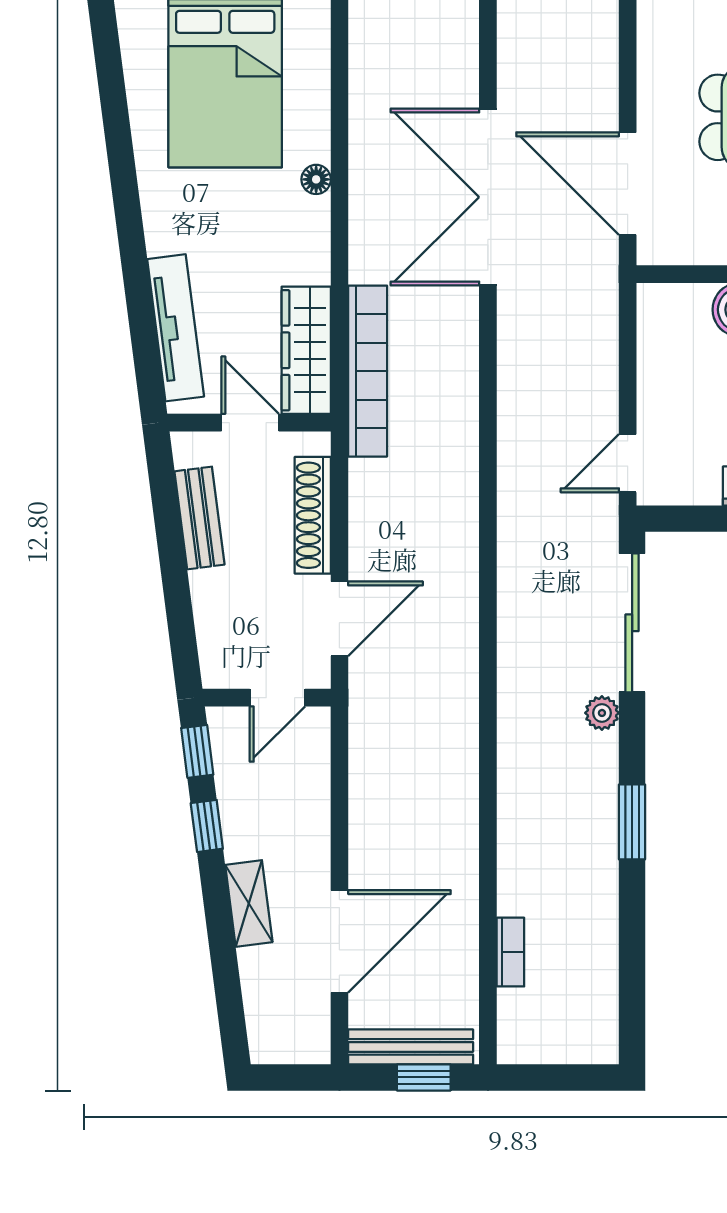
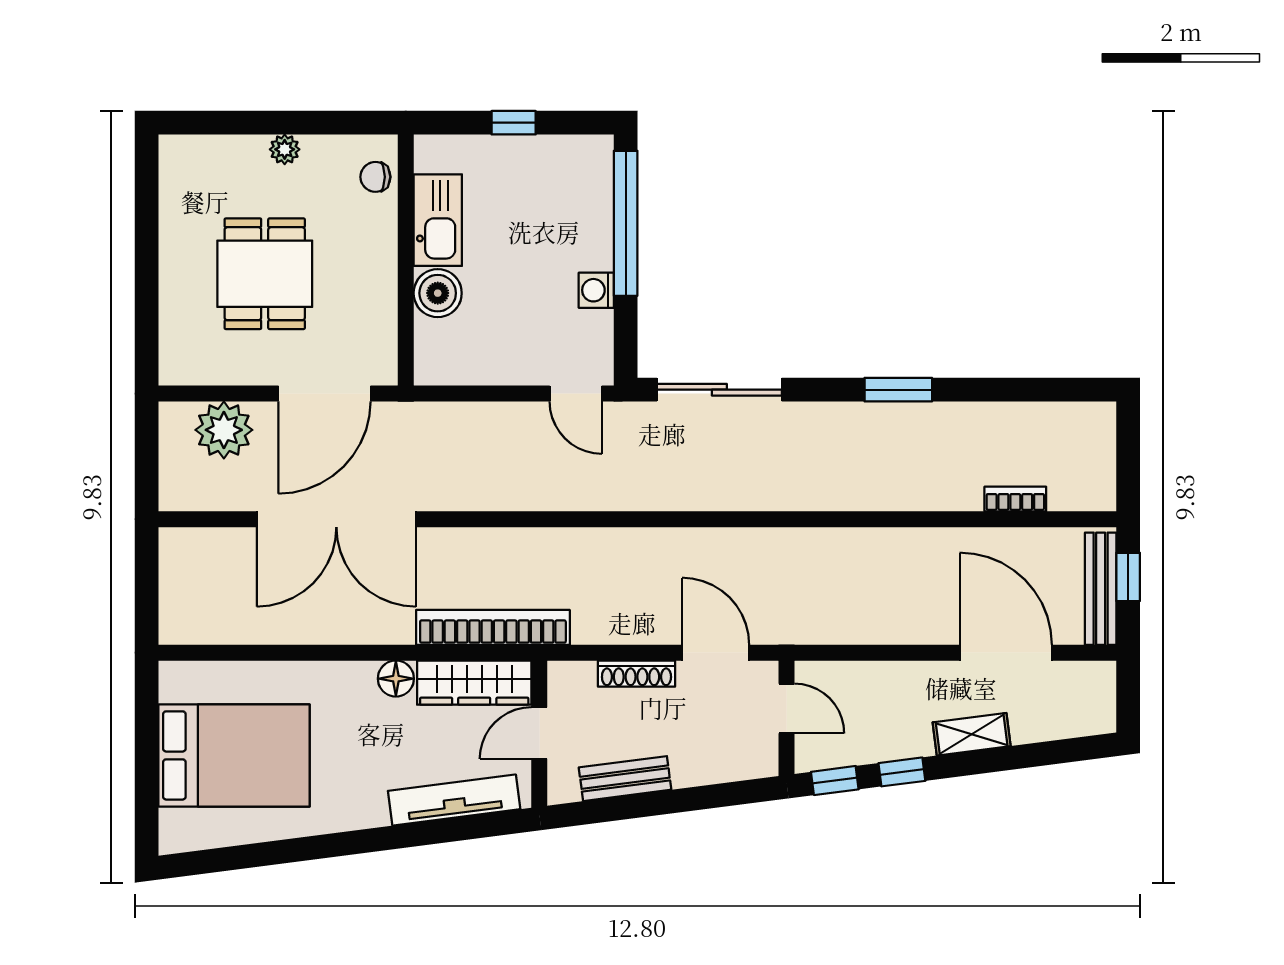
floor lamp: (316, 179) -> (396, 679), moved, width x1.37, depth x1.37
shoe rack: (313, 515) -> (636, 674), width x0.74, depth x0.81
plant: (602, 713) -> (224, 430), moved, width x1.87, depth x1.87

